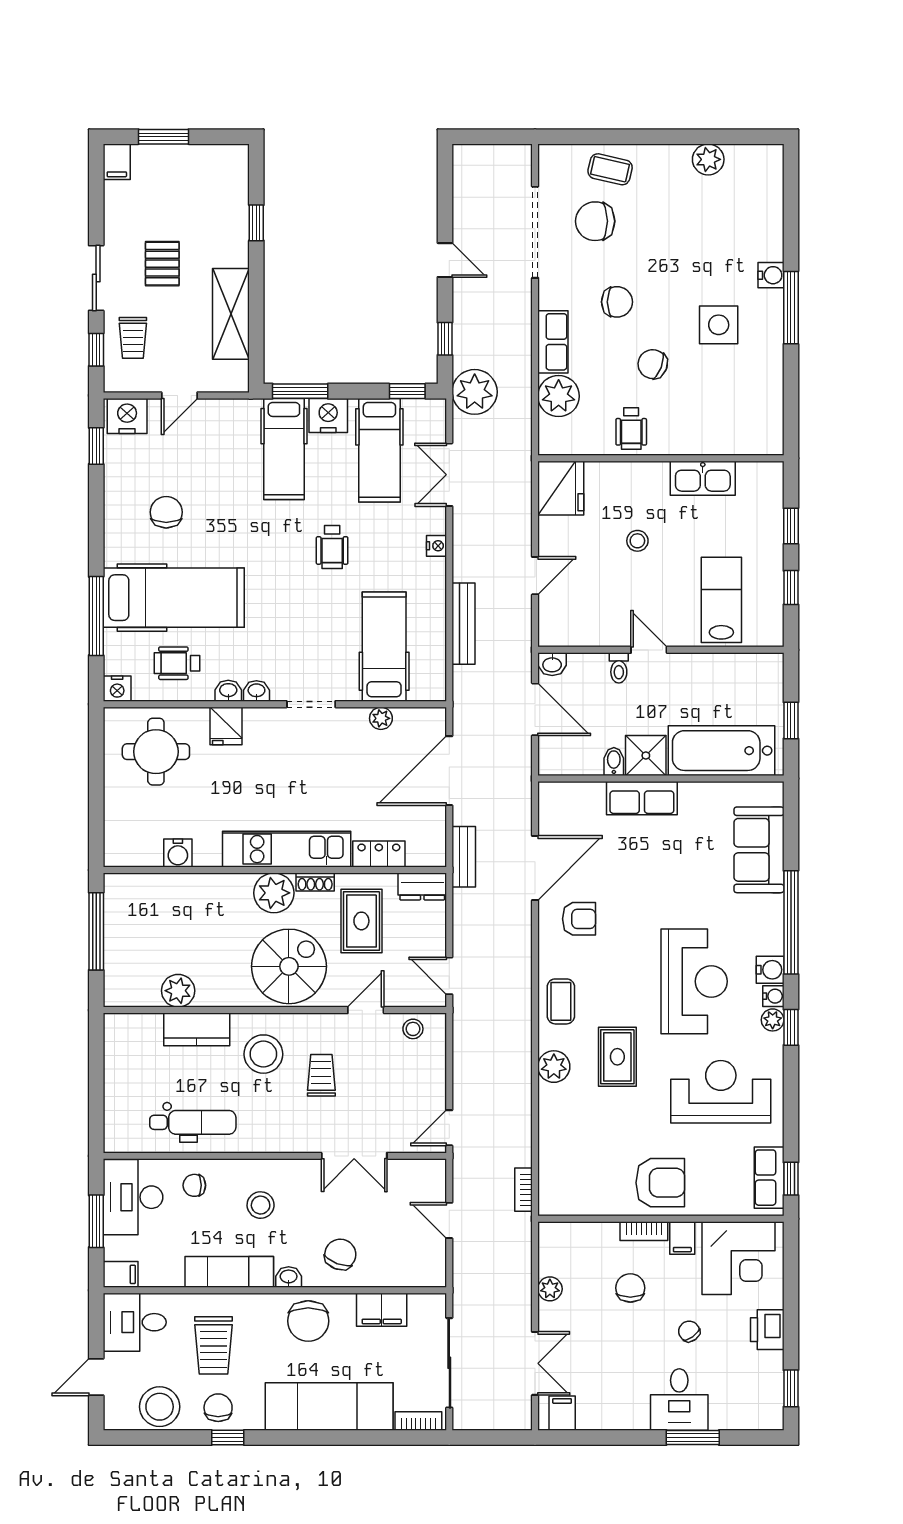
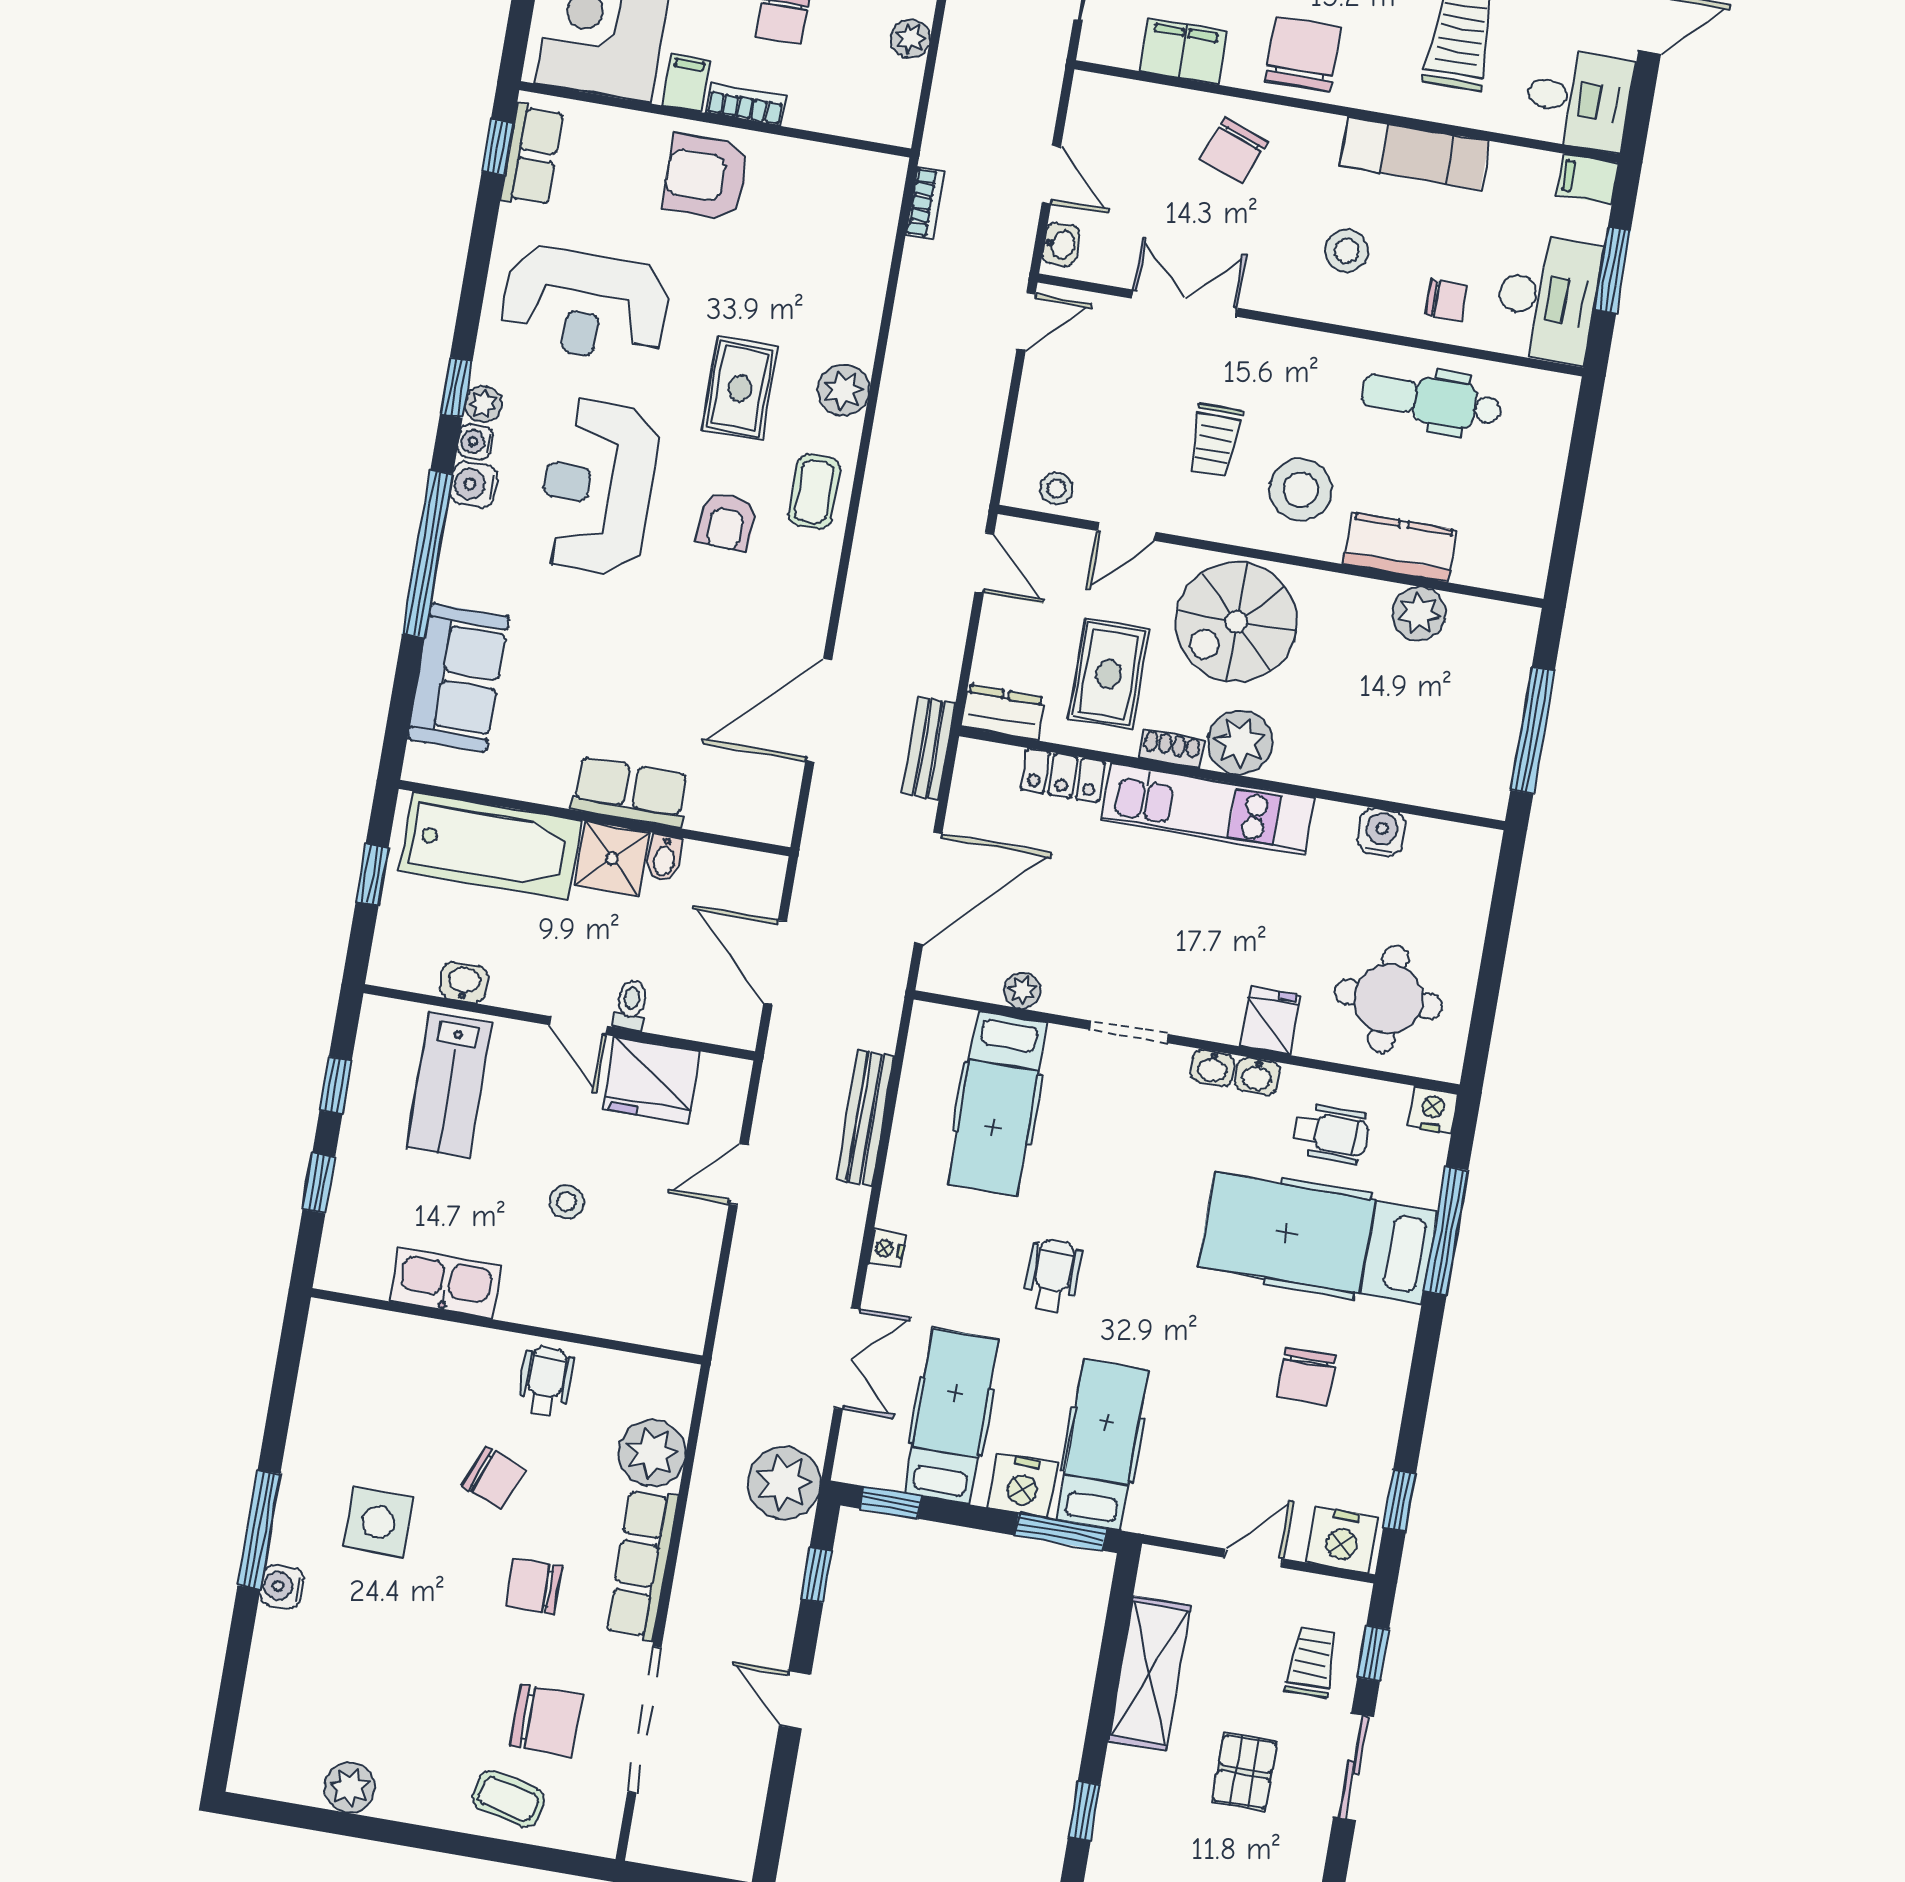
row of seats: (553, 342) -> (642, 1564), width x1.48
fridge: (561, 488) -> (651, 1080), moved, turned -90
washbasin: (552, 664) -> (464, 982), moved
armchair: (579, 919) -> (727, 522), moved, turned -87
washbasin: (289, 1277) -> (1061, 244), moved, turned -90

